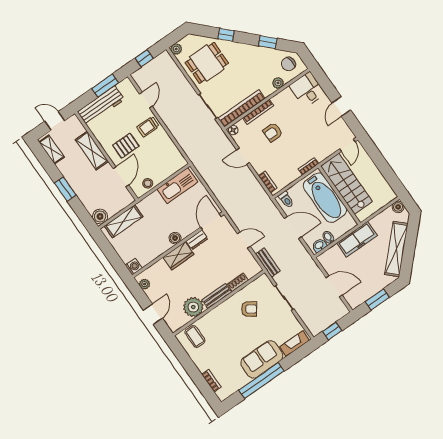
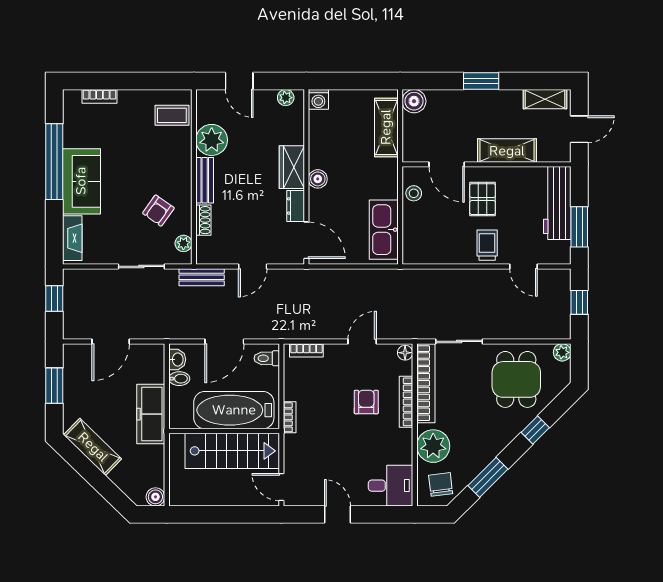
window: (268, 42) -> (488, 477), width x1.50
plant: (278, 83) -> (433, 446), width x1.87, depth x1.87
shelving: (396, 249) -> (93, 447), width x0.68
plant: (257, 284) -> (183, 243), added

